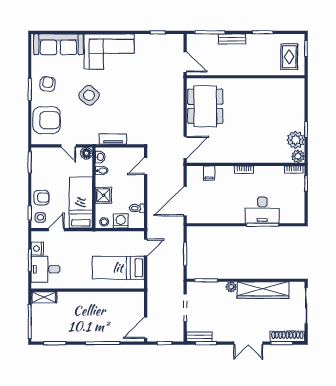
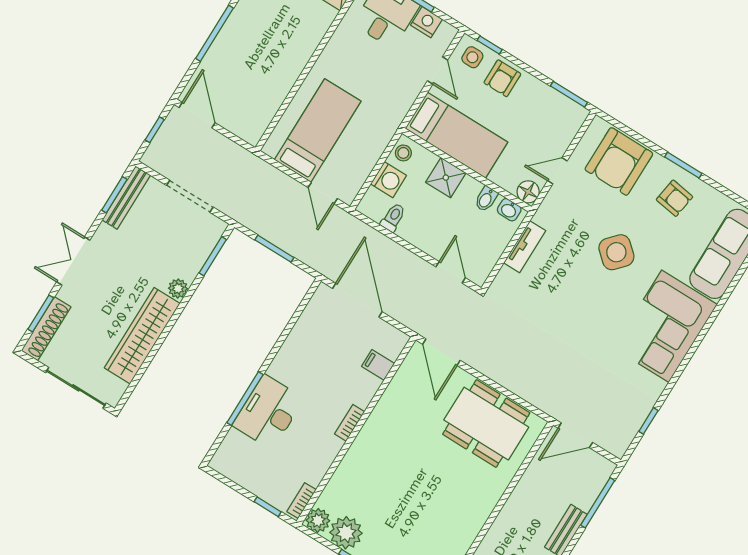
bench: (199, 337) -> (126, 198), width x1.36

